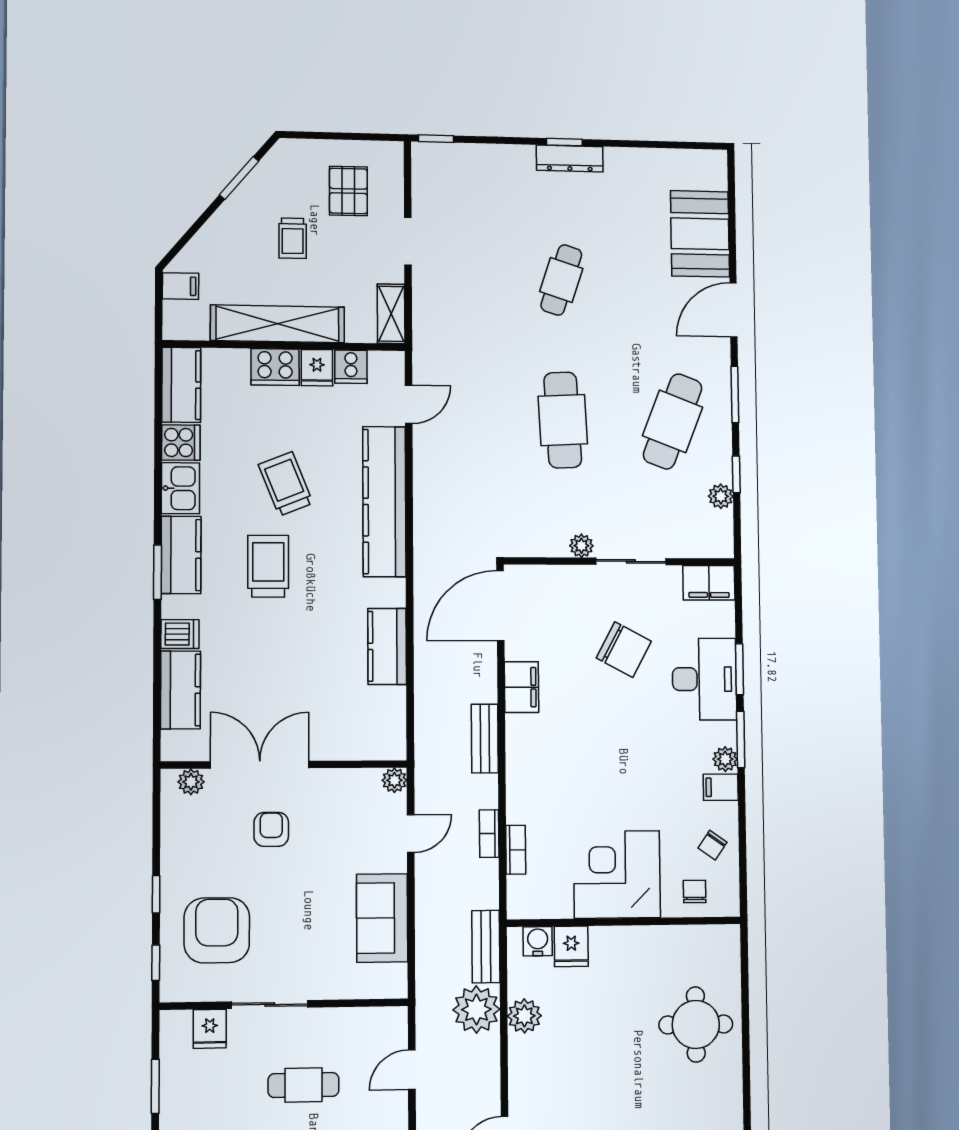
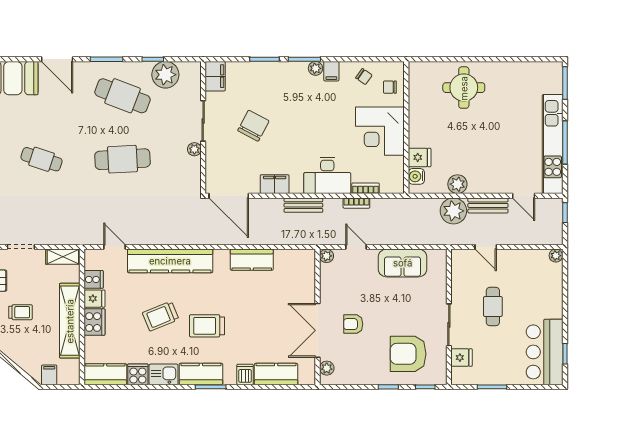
plant: (721, 496) -> (165, 75), width x1.87, depth x1.87
desk: (704, 679) -> (327, 175), moved, turned 180
bench: (486, 947) -> (488, 205), moved

